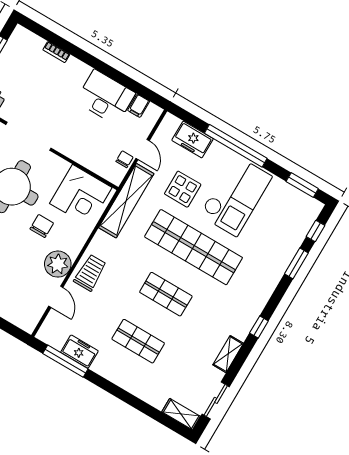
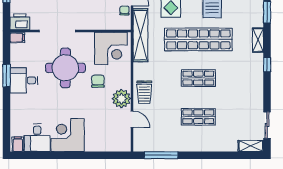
trolley: (90, 273) -> (144, 92), turned 180
freezer: (79, 352) -> (166, 144), removed
shelving: (228, 354) -> (258, 40), moved

